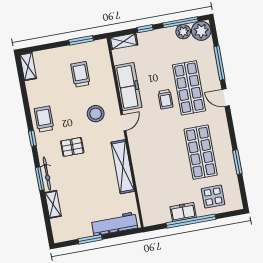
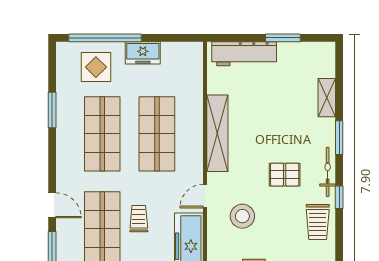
shop shelf: (164, 159) -> (157, 134), added
bicycle: (47, 174) -> (328, 172), moved
window: (191, 221) -> (105, 38), moved

